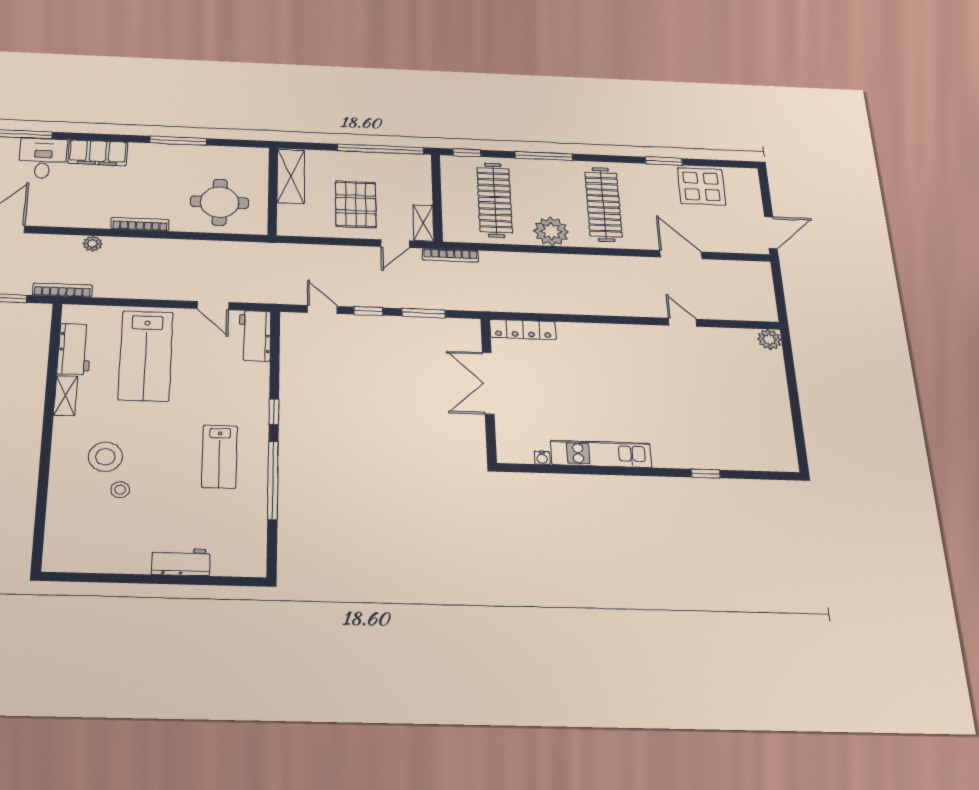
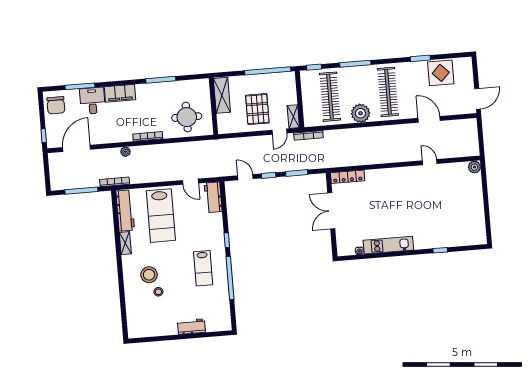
workbench: (74, 349) -> (125, 210), width x1.38

